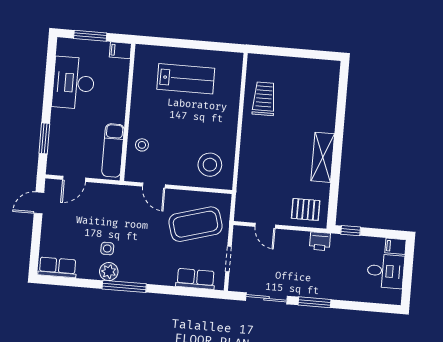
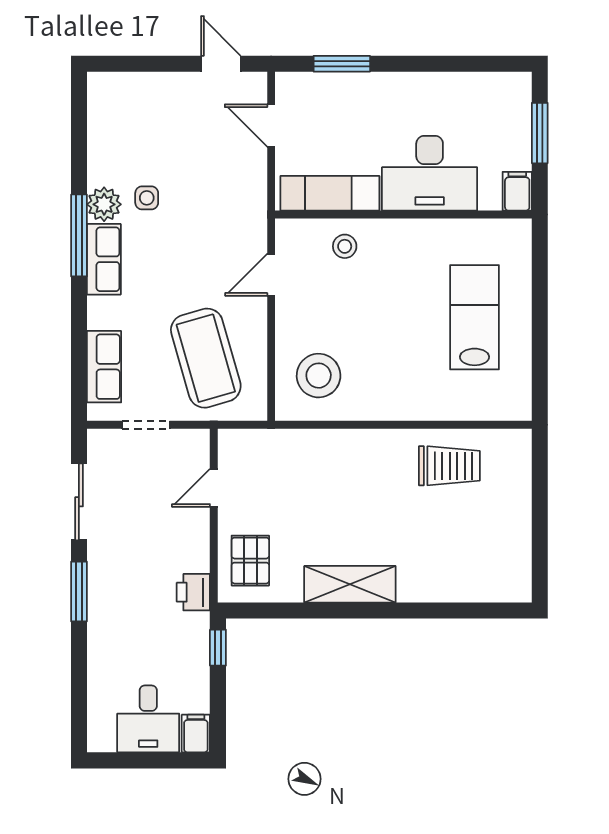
lab bench: (186, 79) -> (475, 317), turned 180
desk: (73, 83) -> (430, 173), moved, turned 180
row of seats: (57, 267) -> (104, 259), moved

